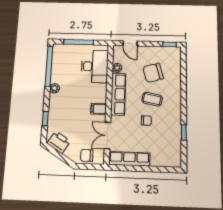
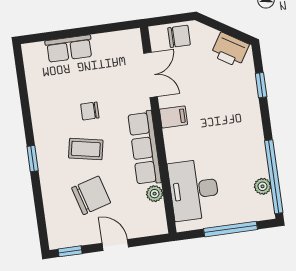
door: (130, 43) -> (115, 245), moved
plant: (55, 88) -> (262, 186), moved
window: (184, 132) -> (33, 159), moved
row of seats: (129, 159) -> (69, 49), moved, width x0.68

